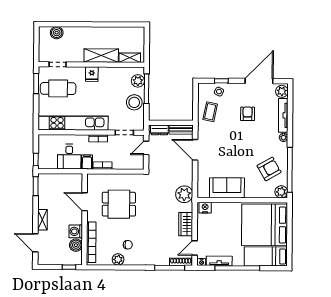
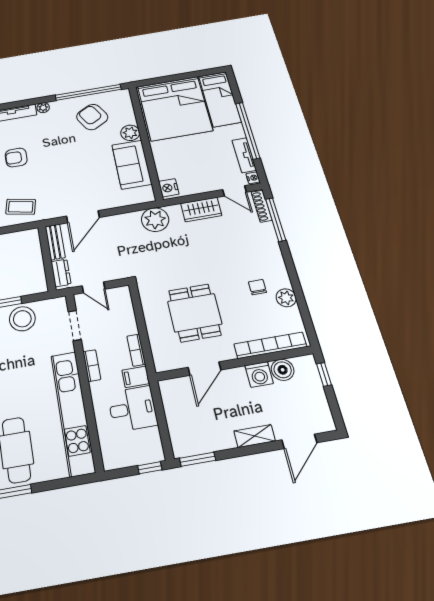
plant: (281, 192) -> (130, 133), moved

